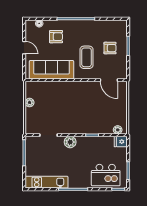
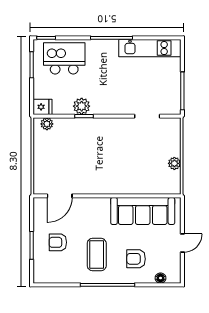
door: (24, 48) -> (182, 243), swing flipped
coffee table: (87, 57) -> (97, 255), moved
door: (109, 80) -> (60, 196), swing flipped
plant: (70, 142) -> (82, 106), moved

